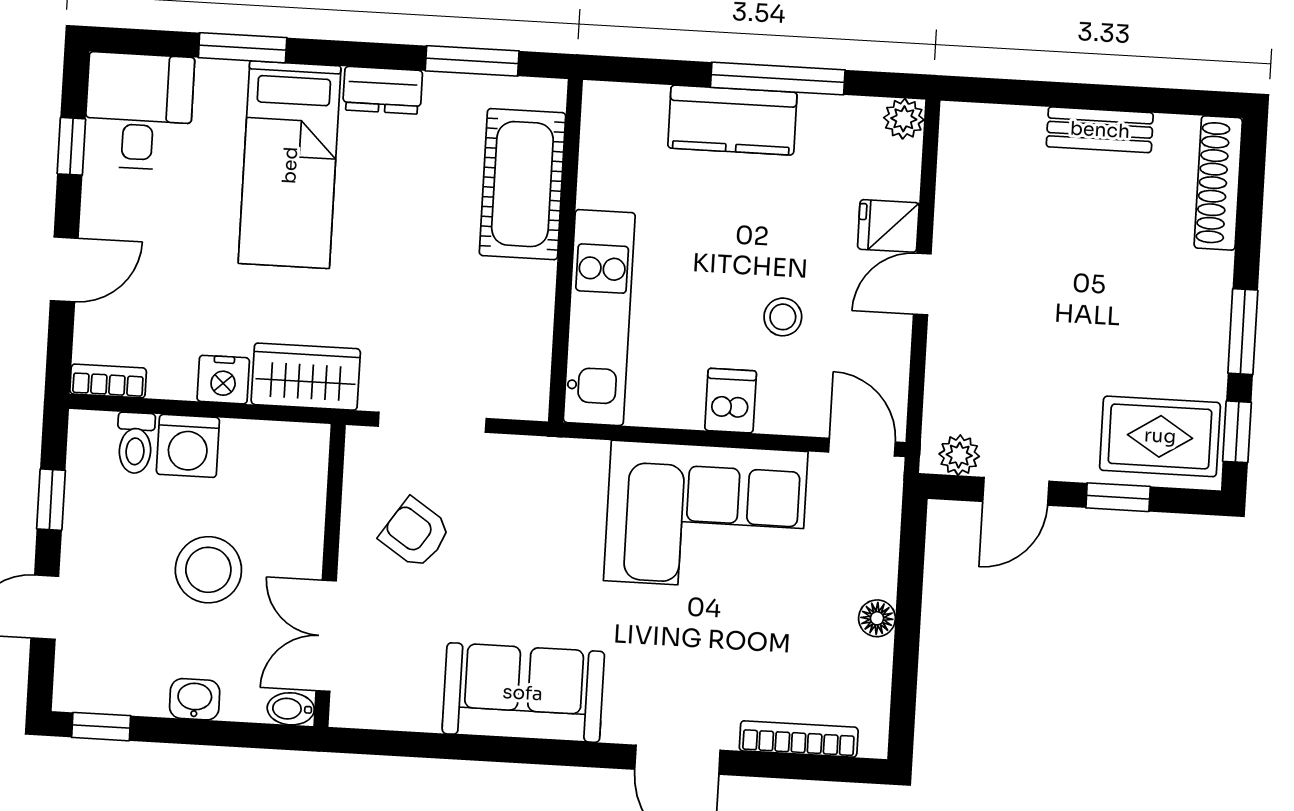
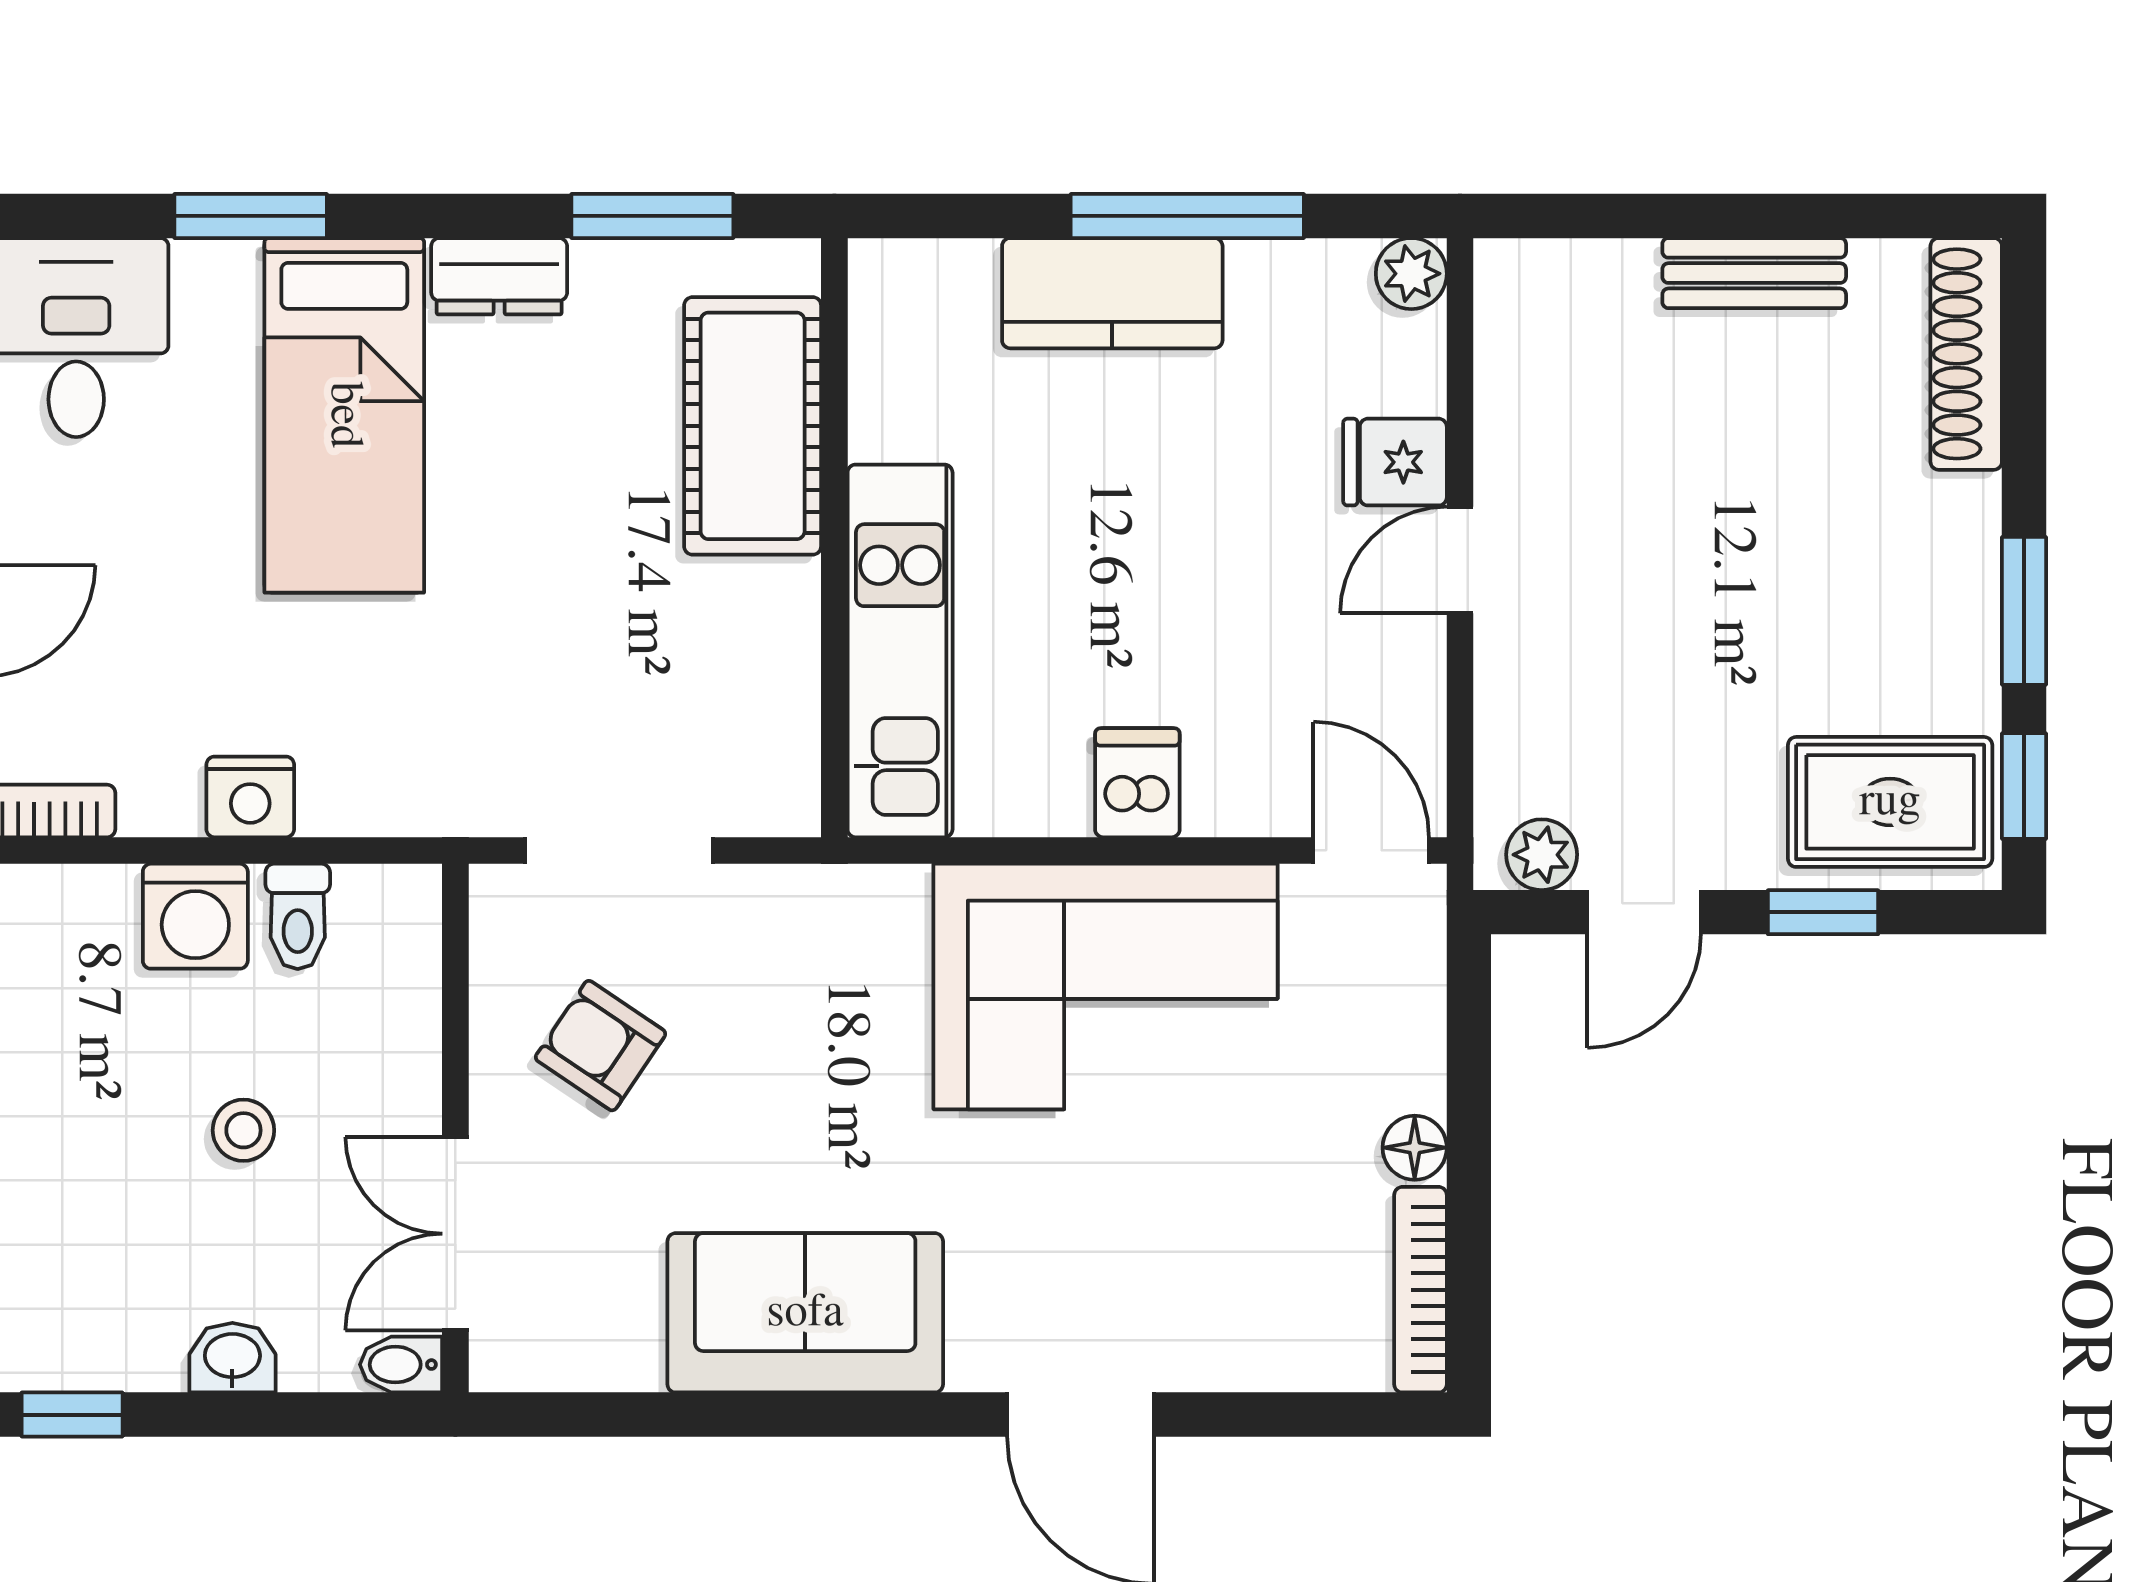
stool: (783, 317) -> (1220, 631), removed
wardrobe: (306, 377) -> (394, 783), removed
toilet: (135, 443) -> (298, 916), moved
stool: (208, 570) -> (243, 1130), width x0.53, depth x0.53
bookcase: (799, 739) -> (1420, 1290), moved, turned -90

